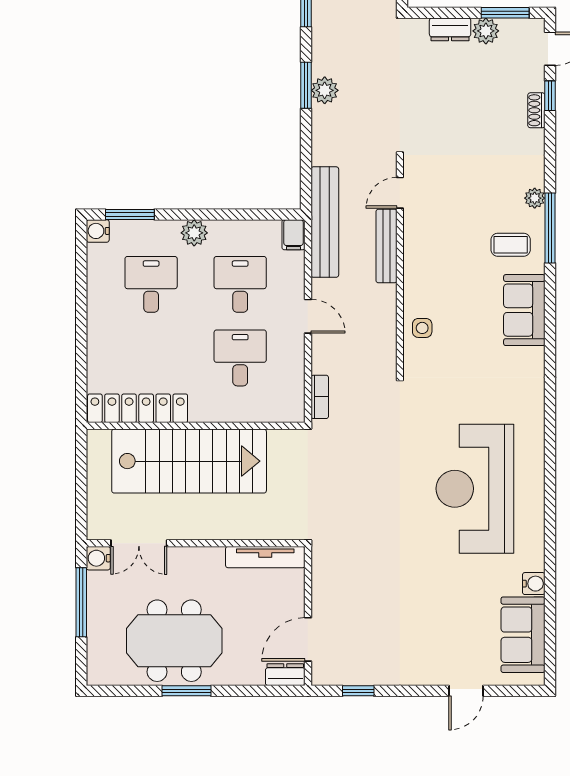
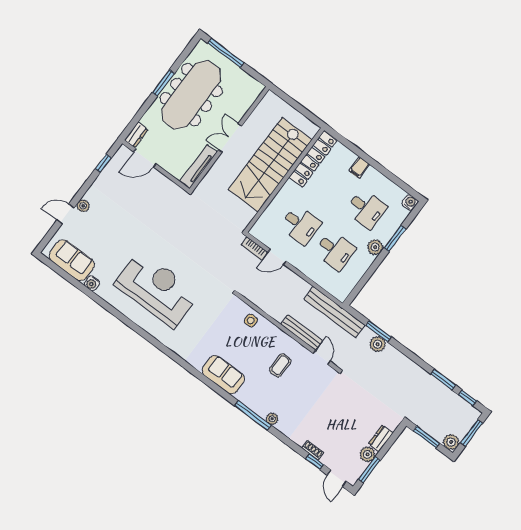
window: (306, 85) -> (379, 331), moved
plant: (325, 90) -> (378, 344), moved
window: (130, 214) -> (395, 238), moved
filing cabinet: (293, 235) -> (359, 168), moved, turned -90
coffee table: (511, 245) -> (280, 365), moved
door: (308, 316) -> (277, 257), moved
double door: (139, 543) -> (230, 138), moved
water cooler: (98, 558) -> (256, 88), removed
window: (81, 602) -> (226, 53), moved
door: (308, 639) -> (145, 158), swing flipped
meeting table: (174, 641) -> (191, 95), width x1.36
plant: (437, 675) -> (83, 206), added
door: (466, 691) -> (65, 214), hinge flipped

